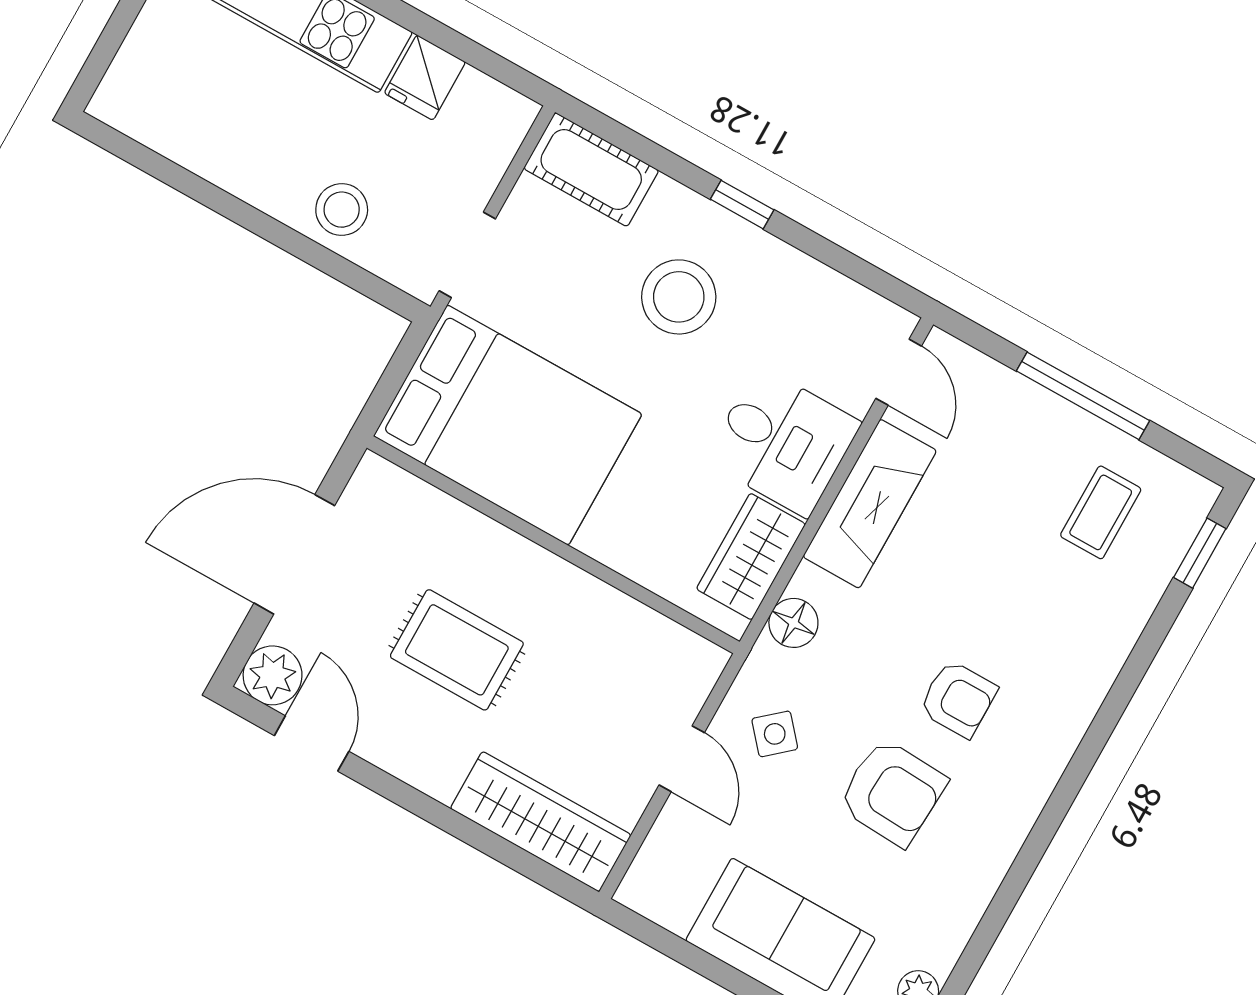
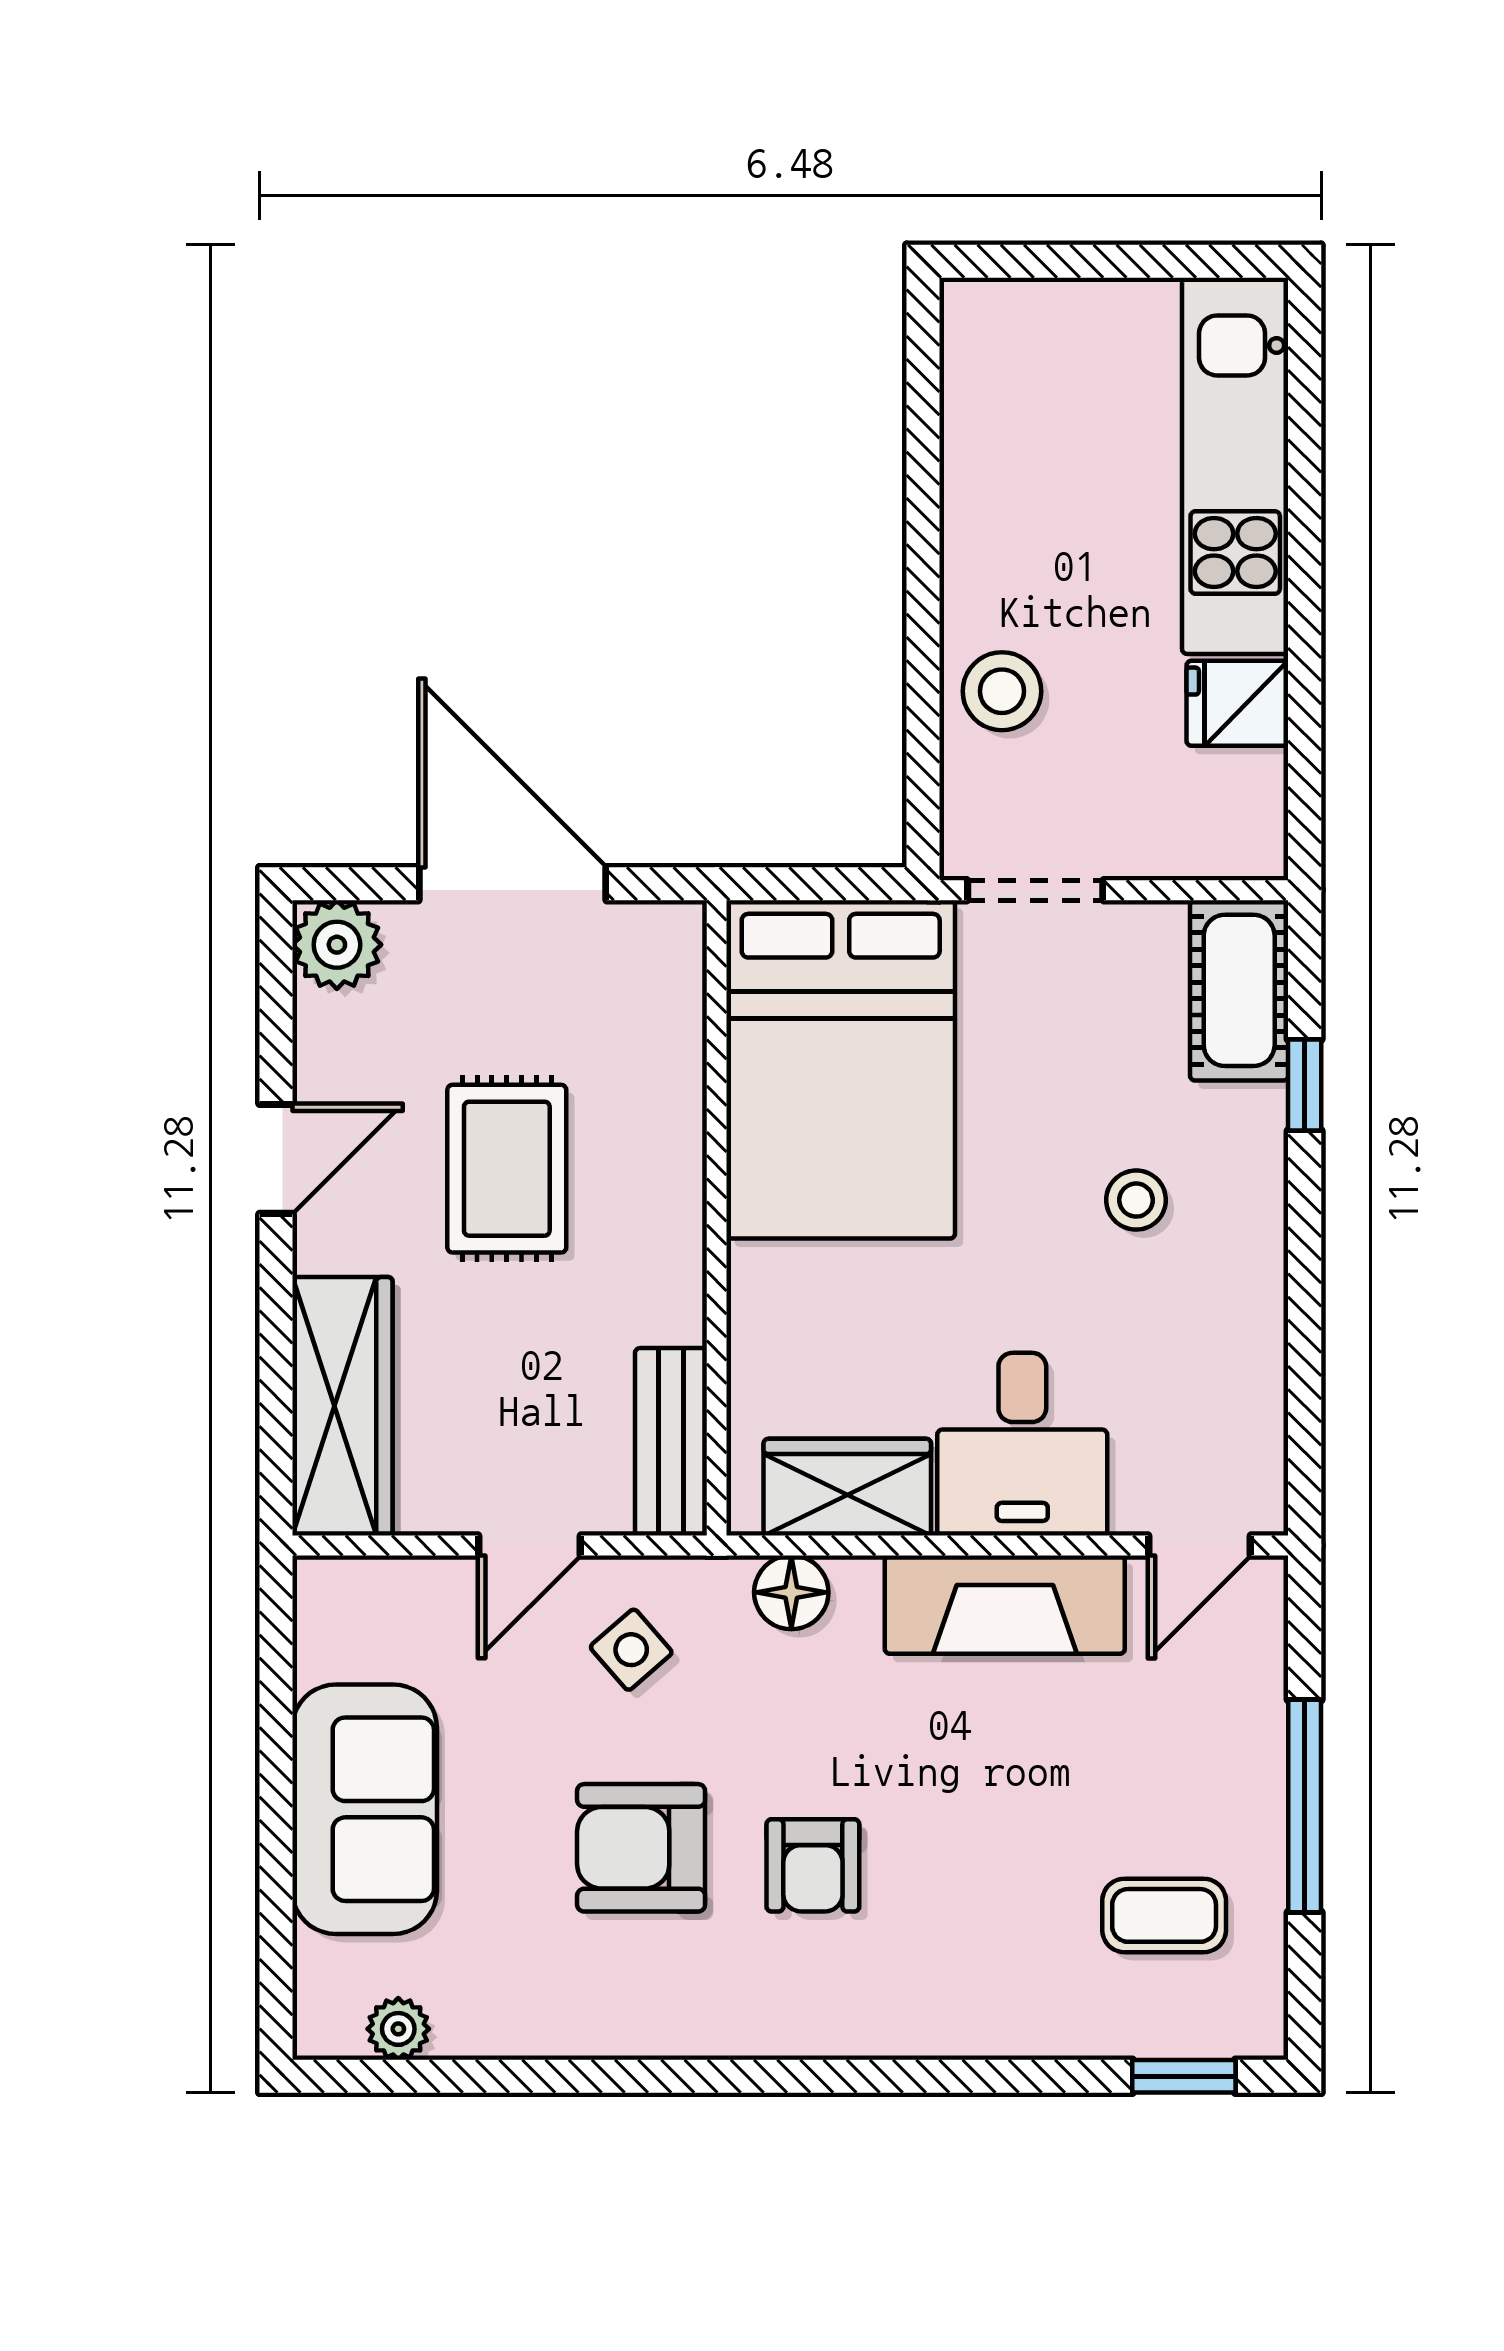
window: (742, 205) -> (1305, 1085), moved
stool: (679, 297) -> (1136, 1200), width x0.53, depth x0.53
bench: (668, 644) -> (671, 1442), added
door: (312, 744) -> (276, 1159), moved
armchair: (892, 792) -> (641, 1848), turned 87

